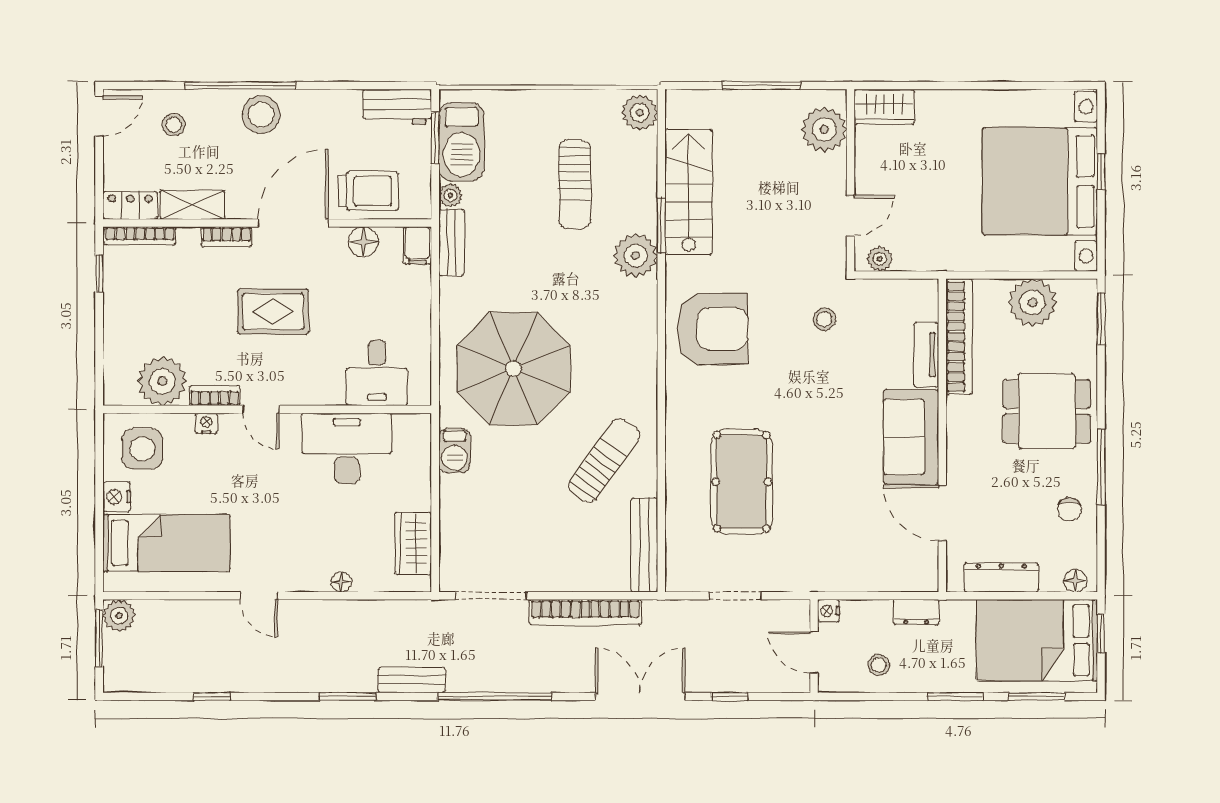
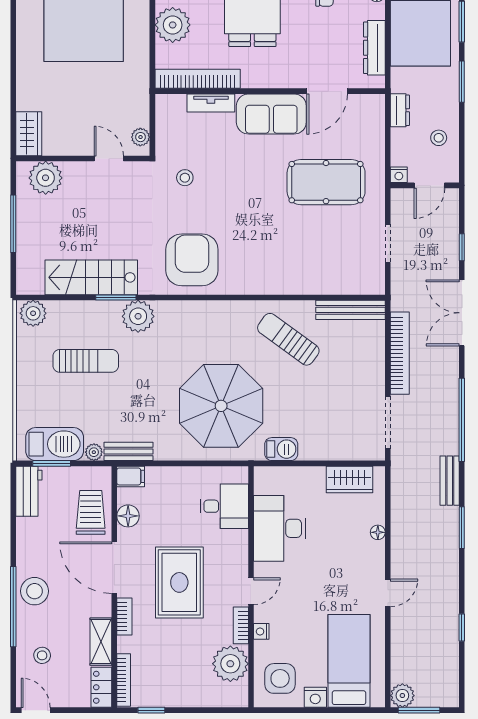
rug: (273, 312) -> (179, 582), width x1.36, depth x1.43
pool table: (742, 482) -> (326, 182), moved

